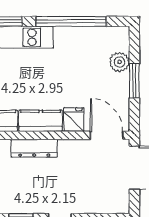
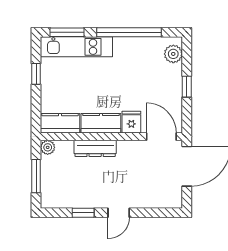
plant: (120, 62) -> (173, 54), moved
window: (134, 81) -> (187, 87), width x0.67

